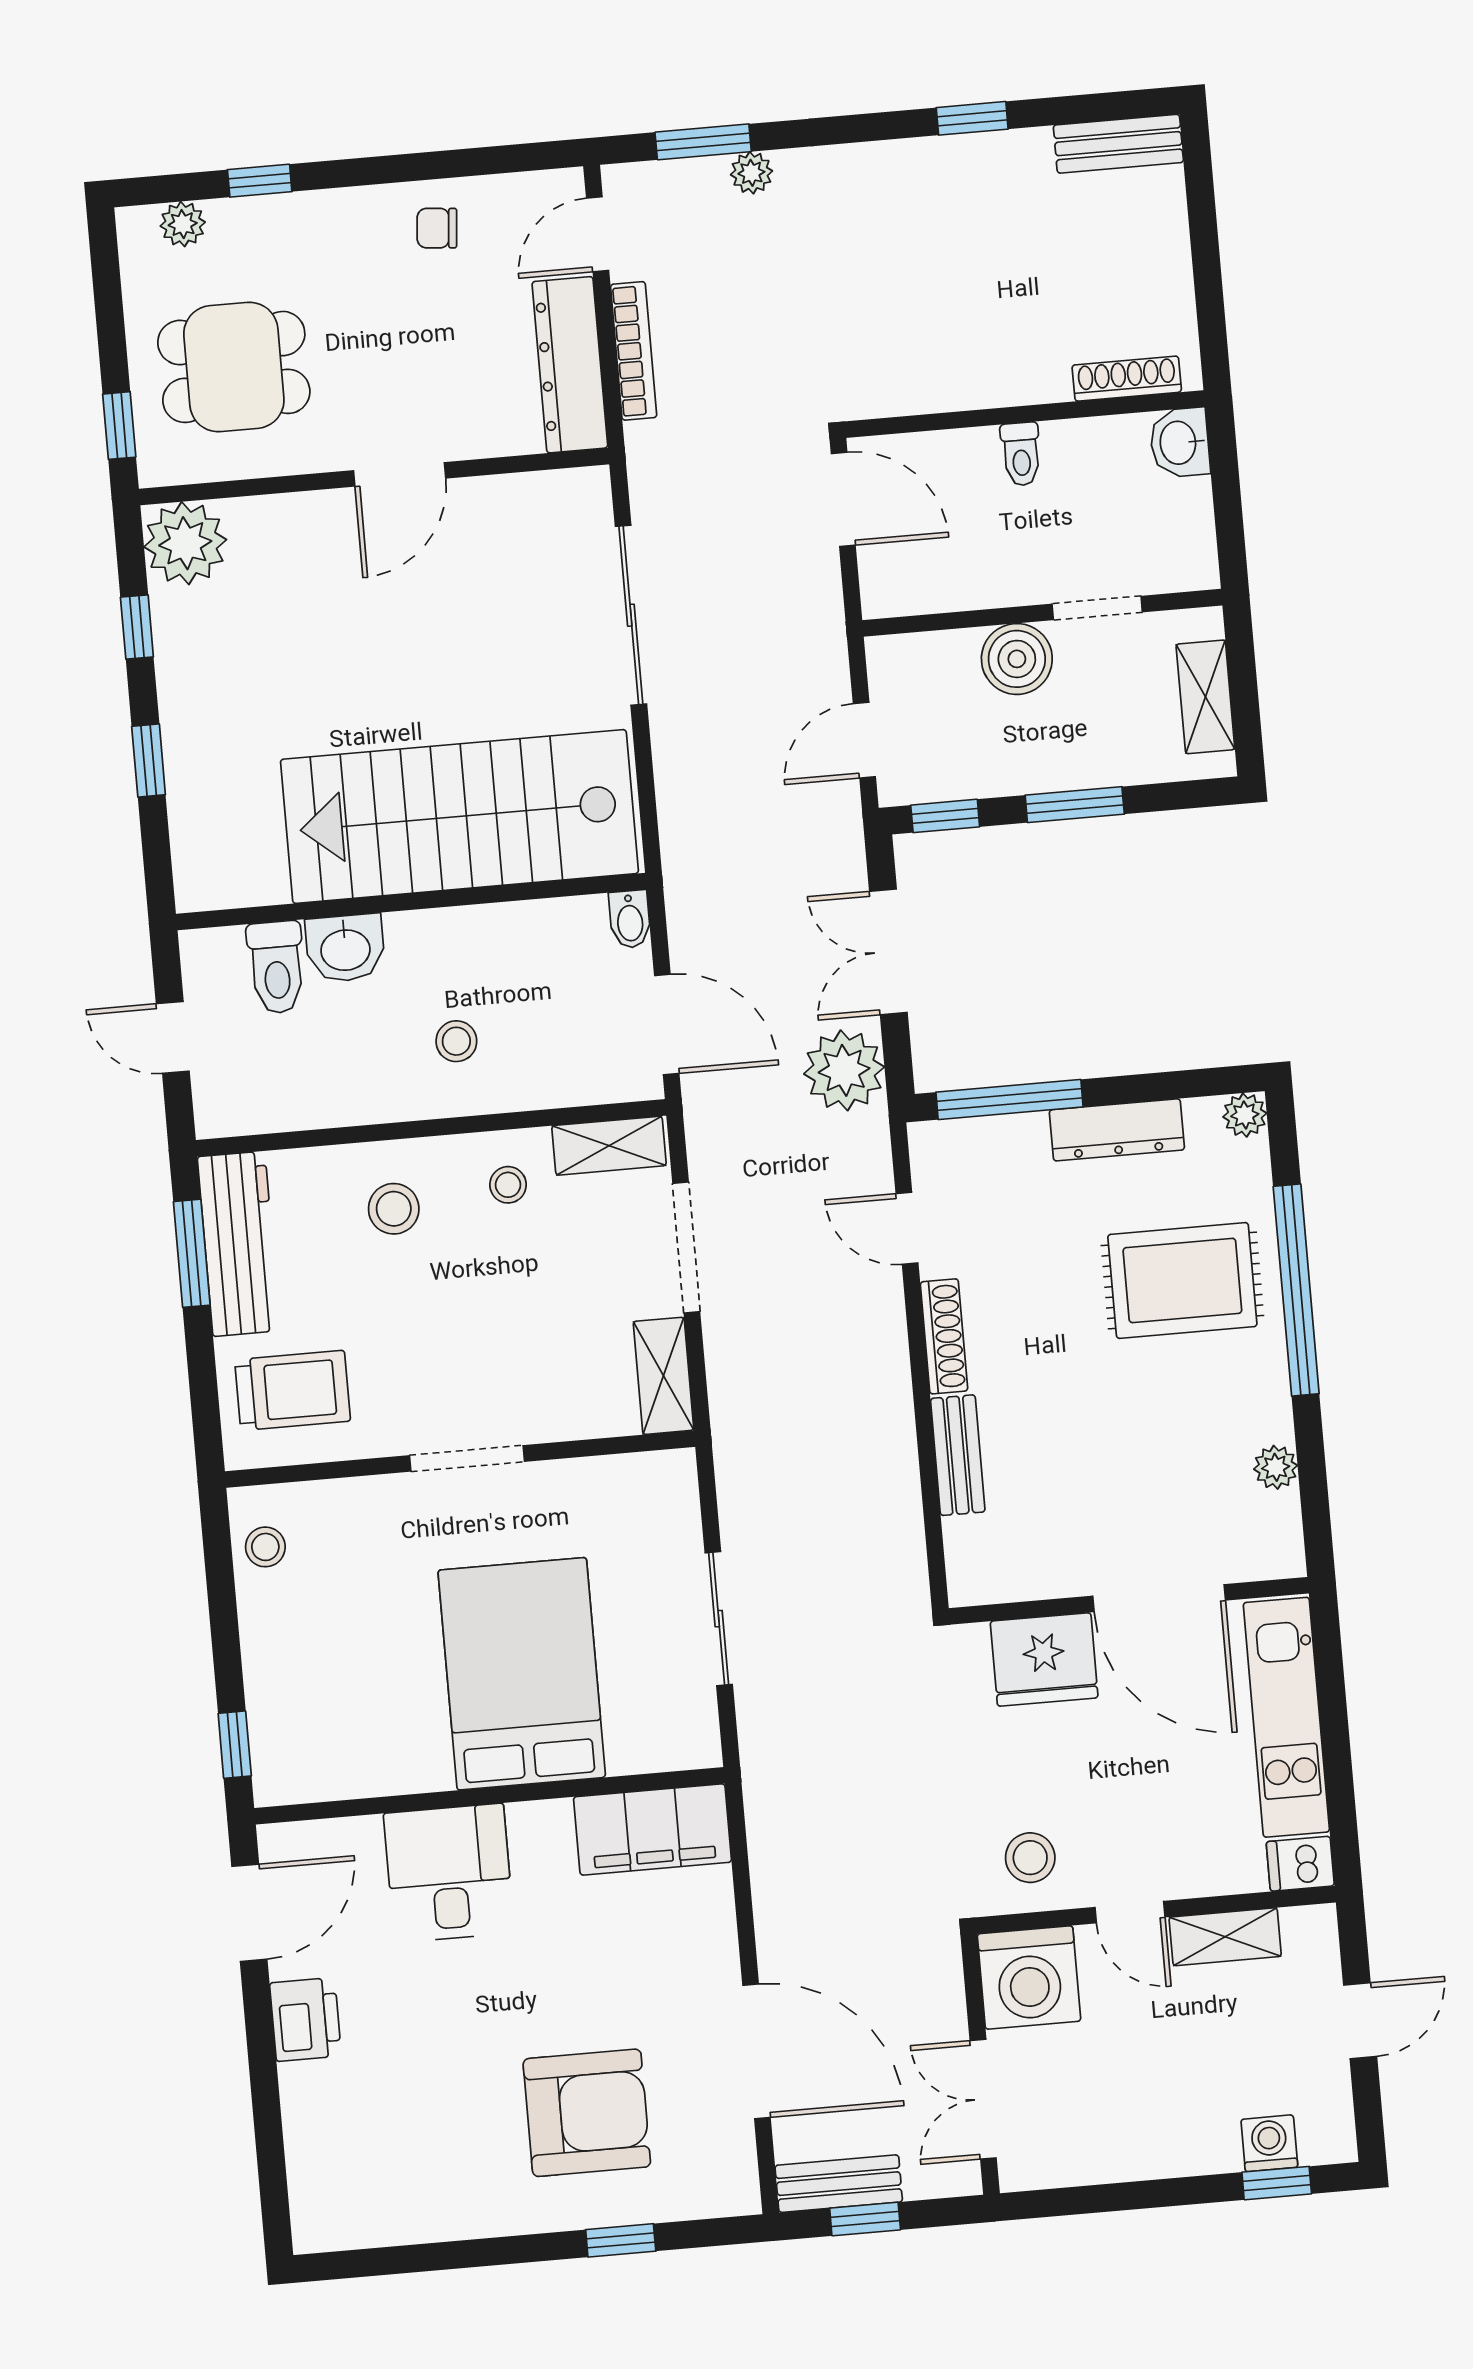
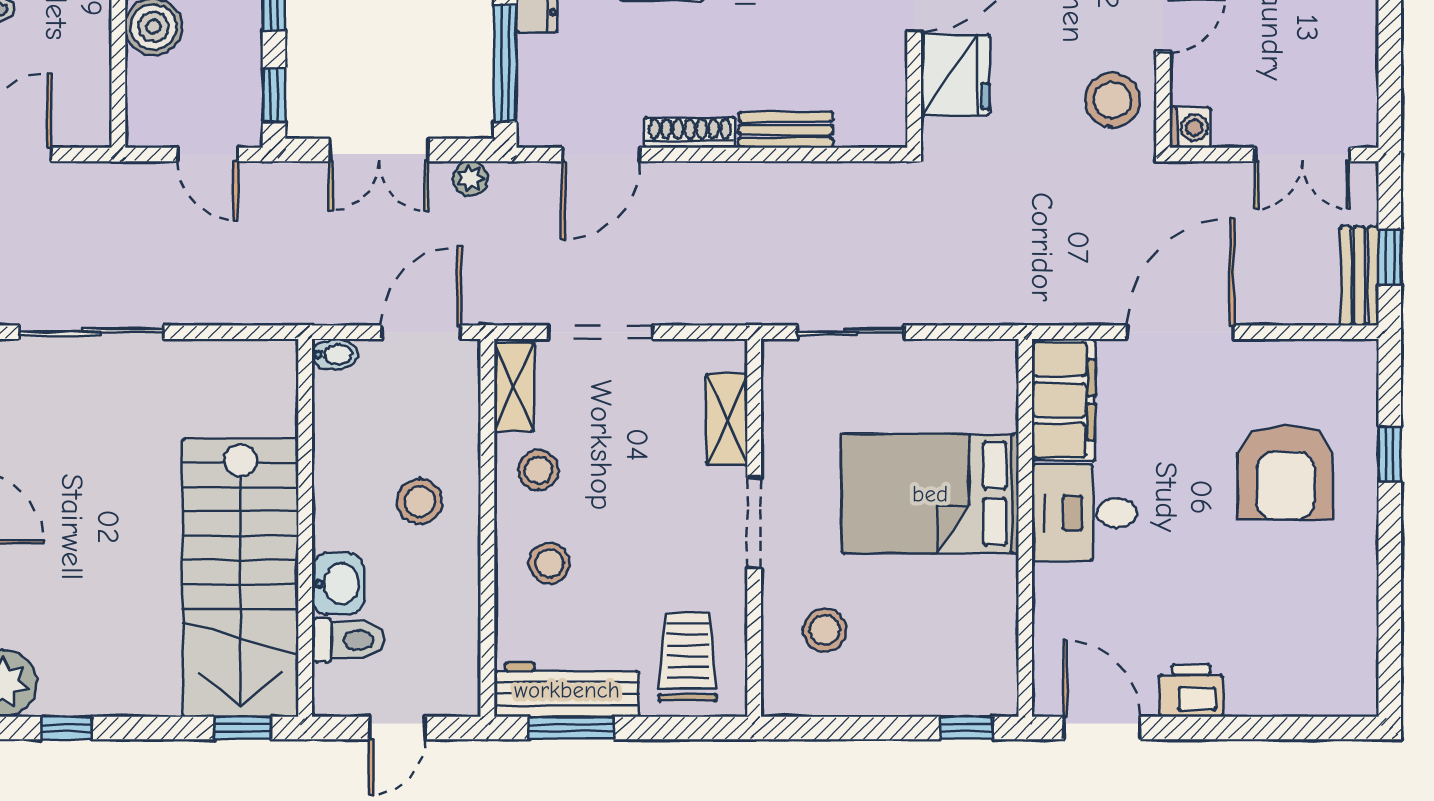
window: (149, 761) -> (242, 728), moved
stairs: (459, 816) -> (240, 578), moved
stool: (456, 1041) -> (420, 502), width x1.37, depth x1.37
plant: (844, 1070) -> (470, 178), width x0.53, depth x0.53
stool: (508, 1185) -> (538, 470), width x1.37, depth x1.37
door: (907, 1228) -> (601, 154), width x1.38
shelving: (663, 1376) -> (727, 419), moved, turned 90
stool: (265, 1547) -> (825, 630), moved, width x1.37, depth x1.37
sliding door: (719, 1619) -> (851, 332), moved
stool: (1030, 1858) -> (1112, 100), width x1.38, depth x1.38
desk: (449, 1873) -> (1084, 513), moved
washing machine: (1029, 1977) -> (1190, 127), width x0.53, depth x0.53
door: (757, 2051) -> (1180, 332), moved
armchair: (587, 2113) -> (1285, 472), turned 180

